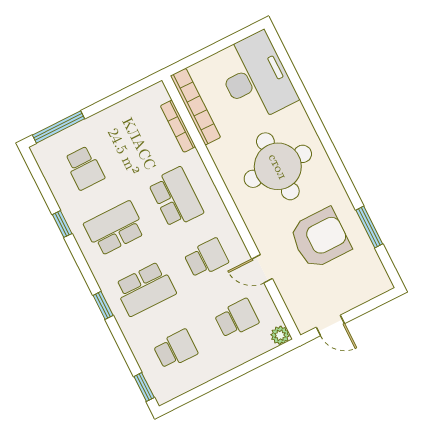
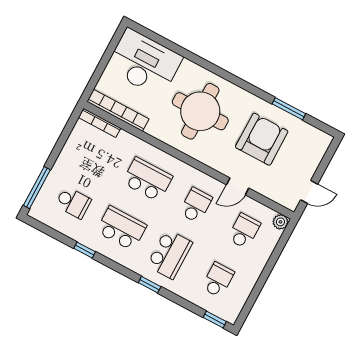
bookcase: (178, 126) -> (100, 123), moved
school desk: (115, 228) -> (121, 228), turned 90

